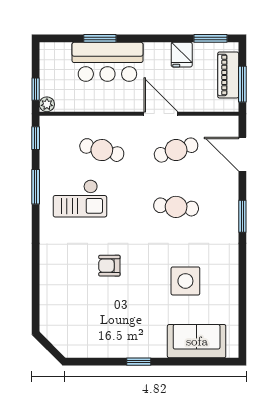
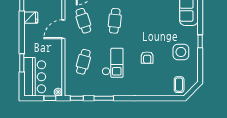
bar counter: (107, 62) -> (35, 77), moved
checkout: (80, 198) -> (113, 63), moved
side table: (185, 281) -> (181, 52), moved
coffee table: (60, 323) -> (179, 85), added

